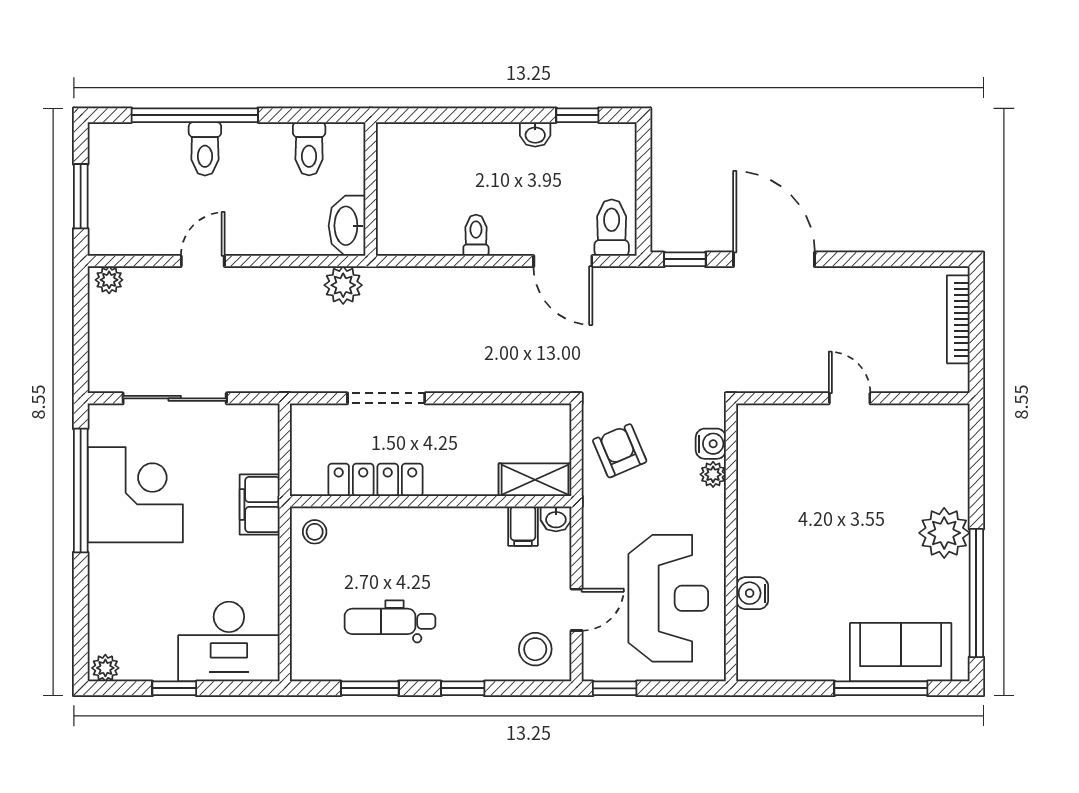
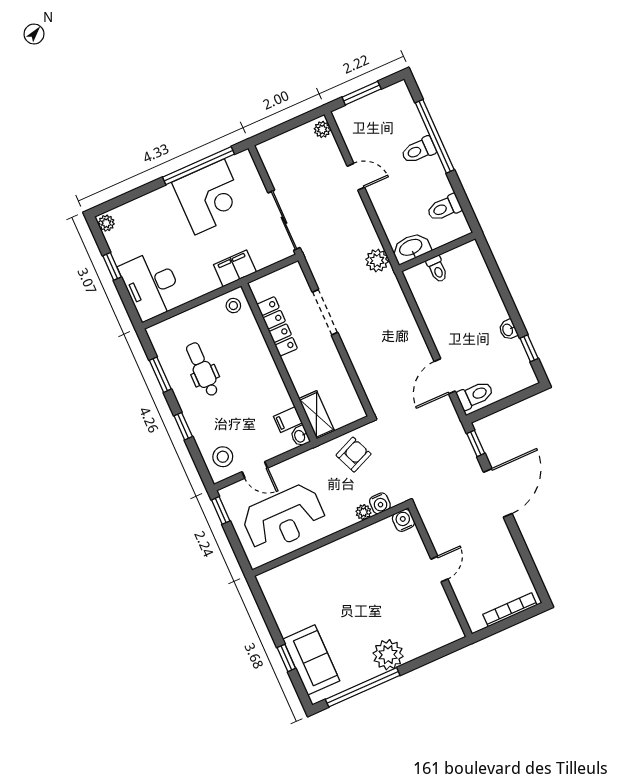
toilet: (476, 235) -> (437, 269), moved, turned 90
sliding door: (175, 398) -> (284, 220), moved
water cooler: (752, 593) -> (403, 520), moved
window: (881, 688) -> (286, 658), width x0.46

